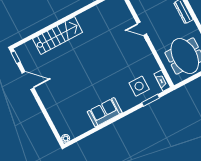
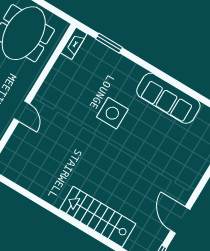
side table: (139, 86) -> (112, 113), moved
sofa: (105, 112) -> (168, 98), width x1.36

